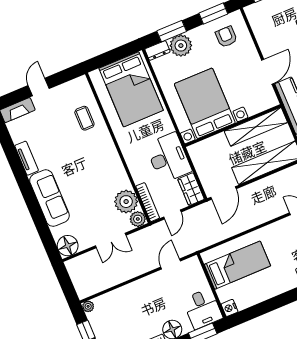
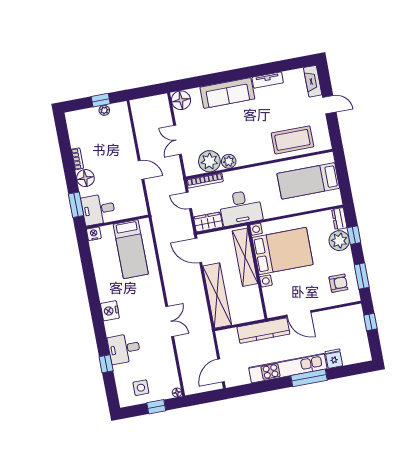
window: (172, 31) -> (354, 235), width x0.67
bed: (131, 89) -> (308, 181), width x0.67
coffee table: (84, 118) -> (292, 140), width x1.86, depth x1.72
shelving: (256, 127) -> (245, 257), moved
plant: (138, 219) -> (229, 161), moved
door: (171, 264) -> (141, 170), moved
plant: (88, 306) -> (104, 110), moved

